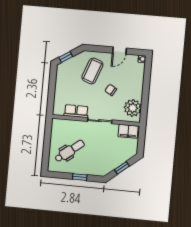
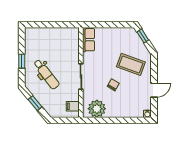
door: (119, 51) -> (154, 90), swing flipped
row of seats: (76, 111) -> (89, 40), moved
filing cabinet: (128, 131) -> (73, 106), width x0.50
dental chair: (70, 151) -> (46, 74), moved

